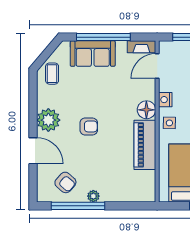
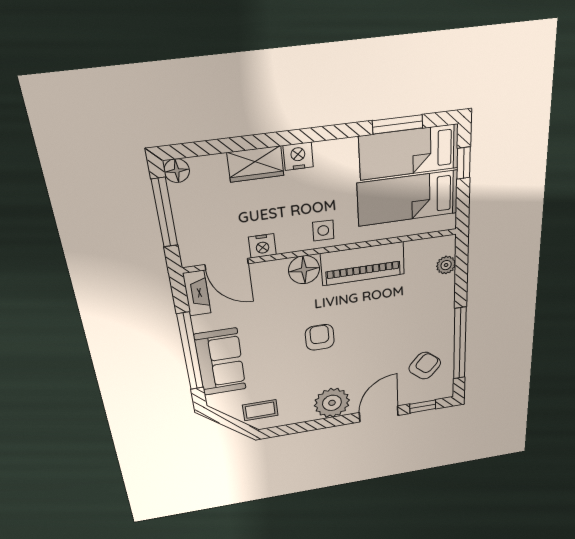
nightstand: (165, 100) -> (262, 246), moved
armchair: (89, 126) -> (320, 337), moved
window: (33, 181) -> (423, 406), added
plant: (93, 196) -> (446, 265), moved

